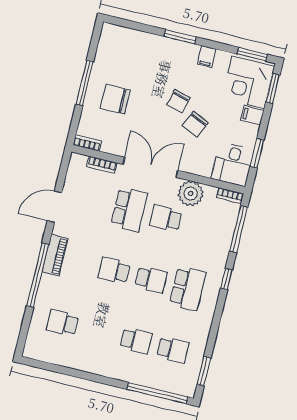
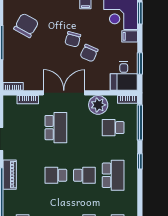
chair: (115, 99) -> (26, 25), moved, turned 119
school desk: (166, 218) -> (113, 128), moved

